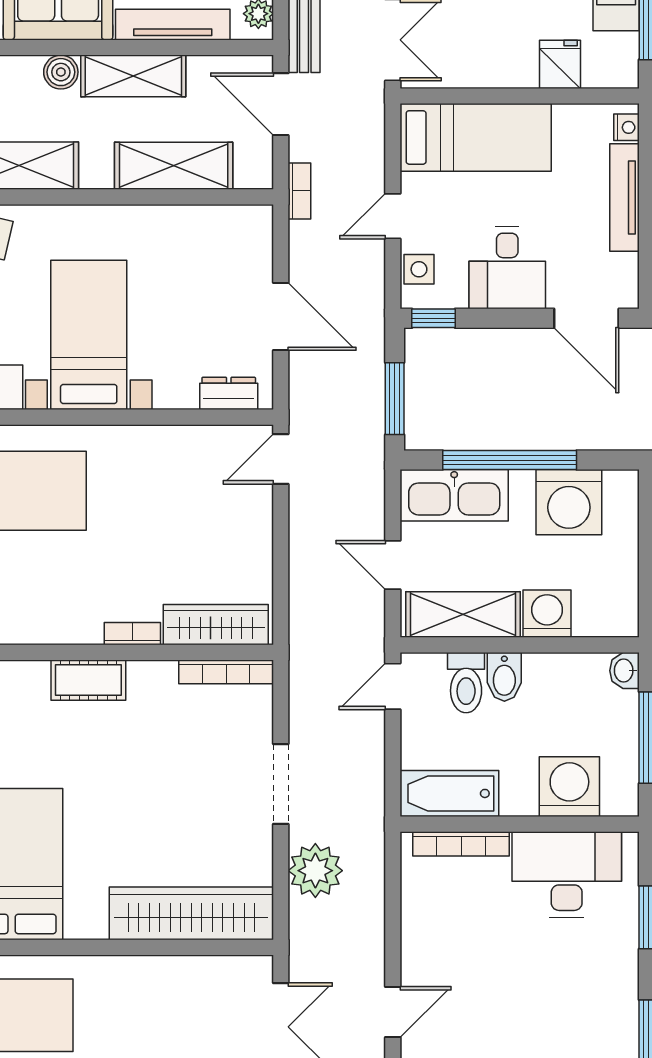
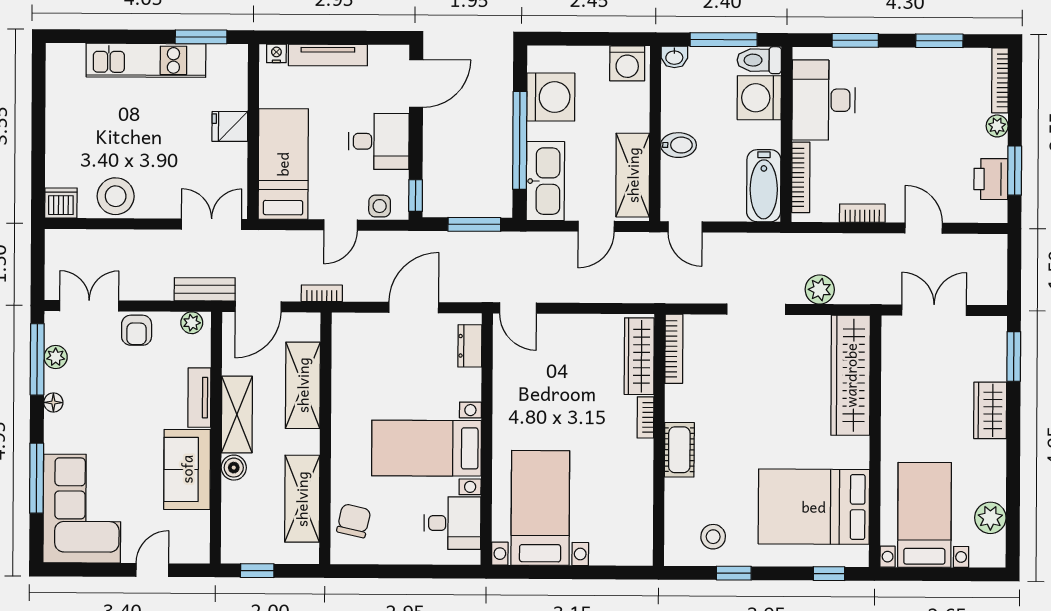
tv unit: (173, 25) -> (199, 398), width x0.71
fridge: (560, 64) -> (230, 126), moved
door: (393, 216) -> (341, 225), hinge flipped
washing machine: (547, 614) -> (627, 63), moved, turned -90
toilet: (466, 683) -> (759, 60), moved, turned 180
plant: (315, 871) -> (820, 290), width x0.73, depth x0.73
bookcase: (413, 928) -> (862, 213), added

